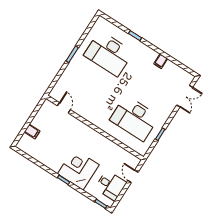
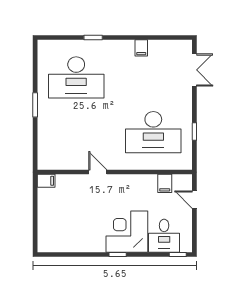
door: (64, 108) -> (98, 172), moved
filing cabinet: (32, 131) -> (46, 181), moved
filing cabinet: (121, 155) -> (165, 183), added
desk: (111, 185) -> (164, 236), moved, turned 90

